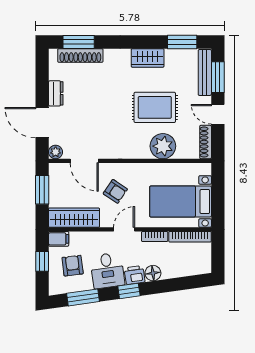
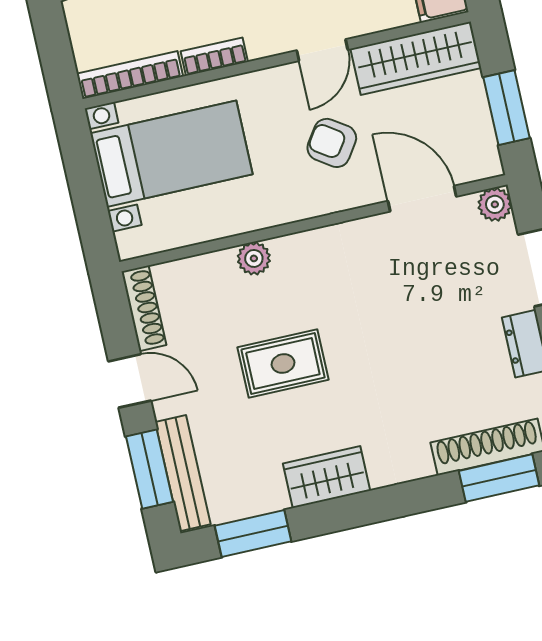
rug: (155, 107) -> (283, 363), width x0.73, depth x0.70
plant: (163, 146) -> (254, 258), width x0.53, depth x0.53
door: (124, 229) -> (322, 50), moved

